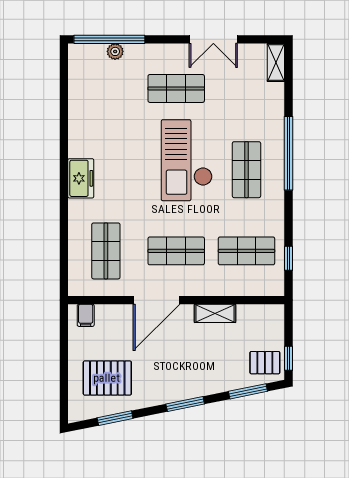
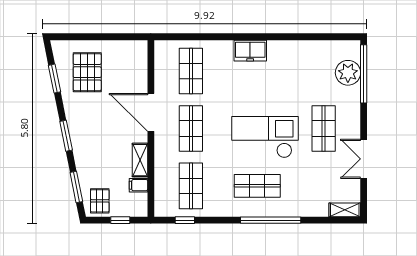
plant: (115, 51) -> (348, 73), width x1.88, depth x1.88
shop shelf: (106, 251) -> (191, 71), turned 90
filing cabinet: (86, 315) -> (138, 185), moved
window: (289, 358) -> (120, 220), moved

